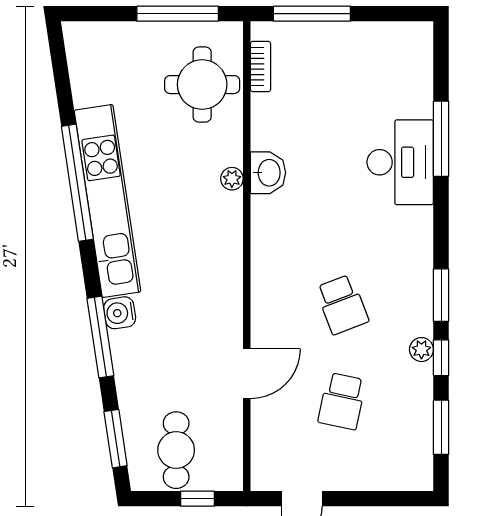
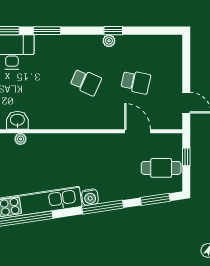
window: (441, 295) -> (47, 31), moved
school desk: (342, 304) -> (86, 82), turned 45
door: (247, 374) -> (138, 131), moved
window: (441, 427) -> (149, 31), removed

